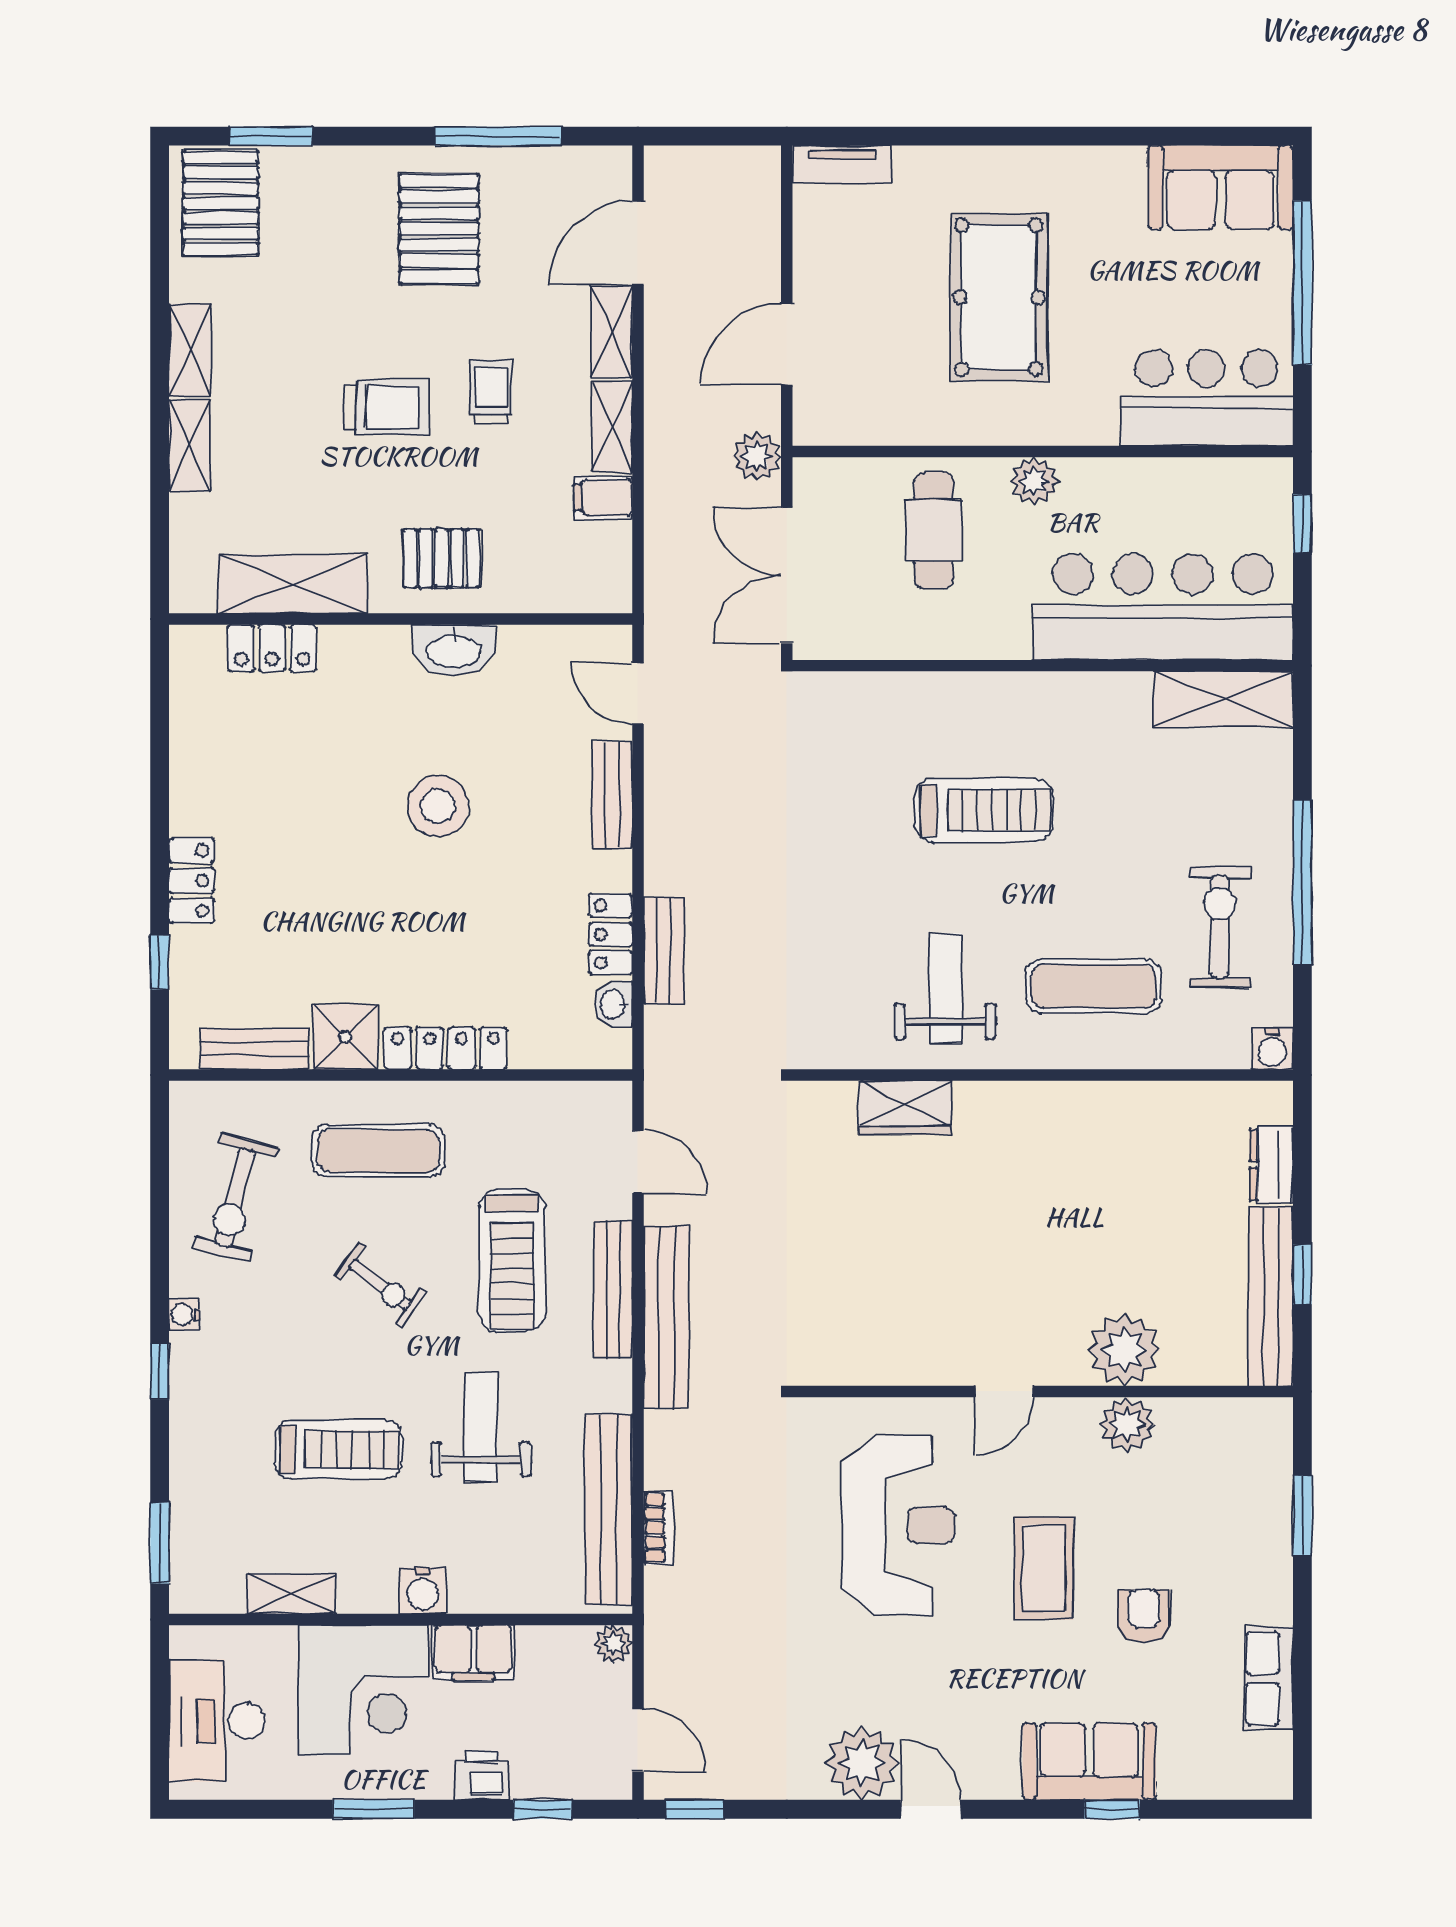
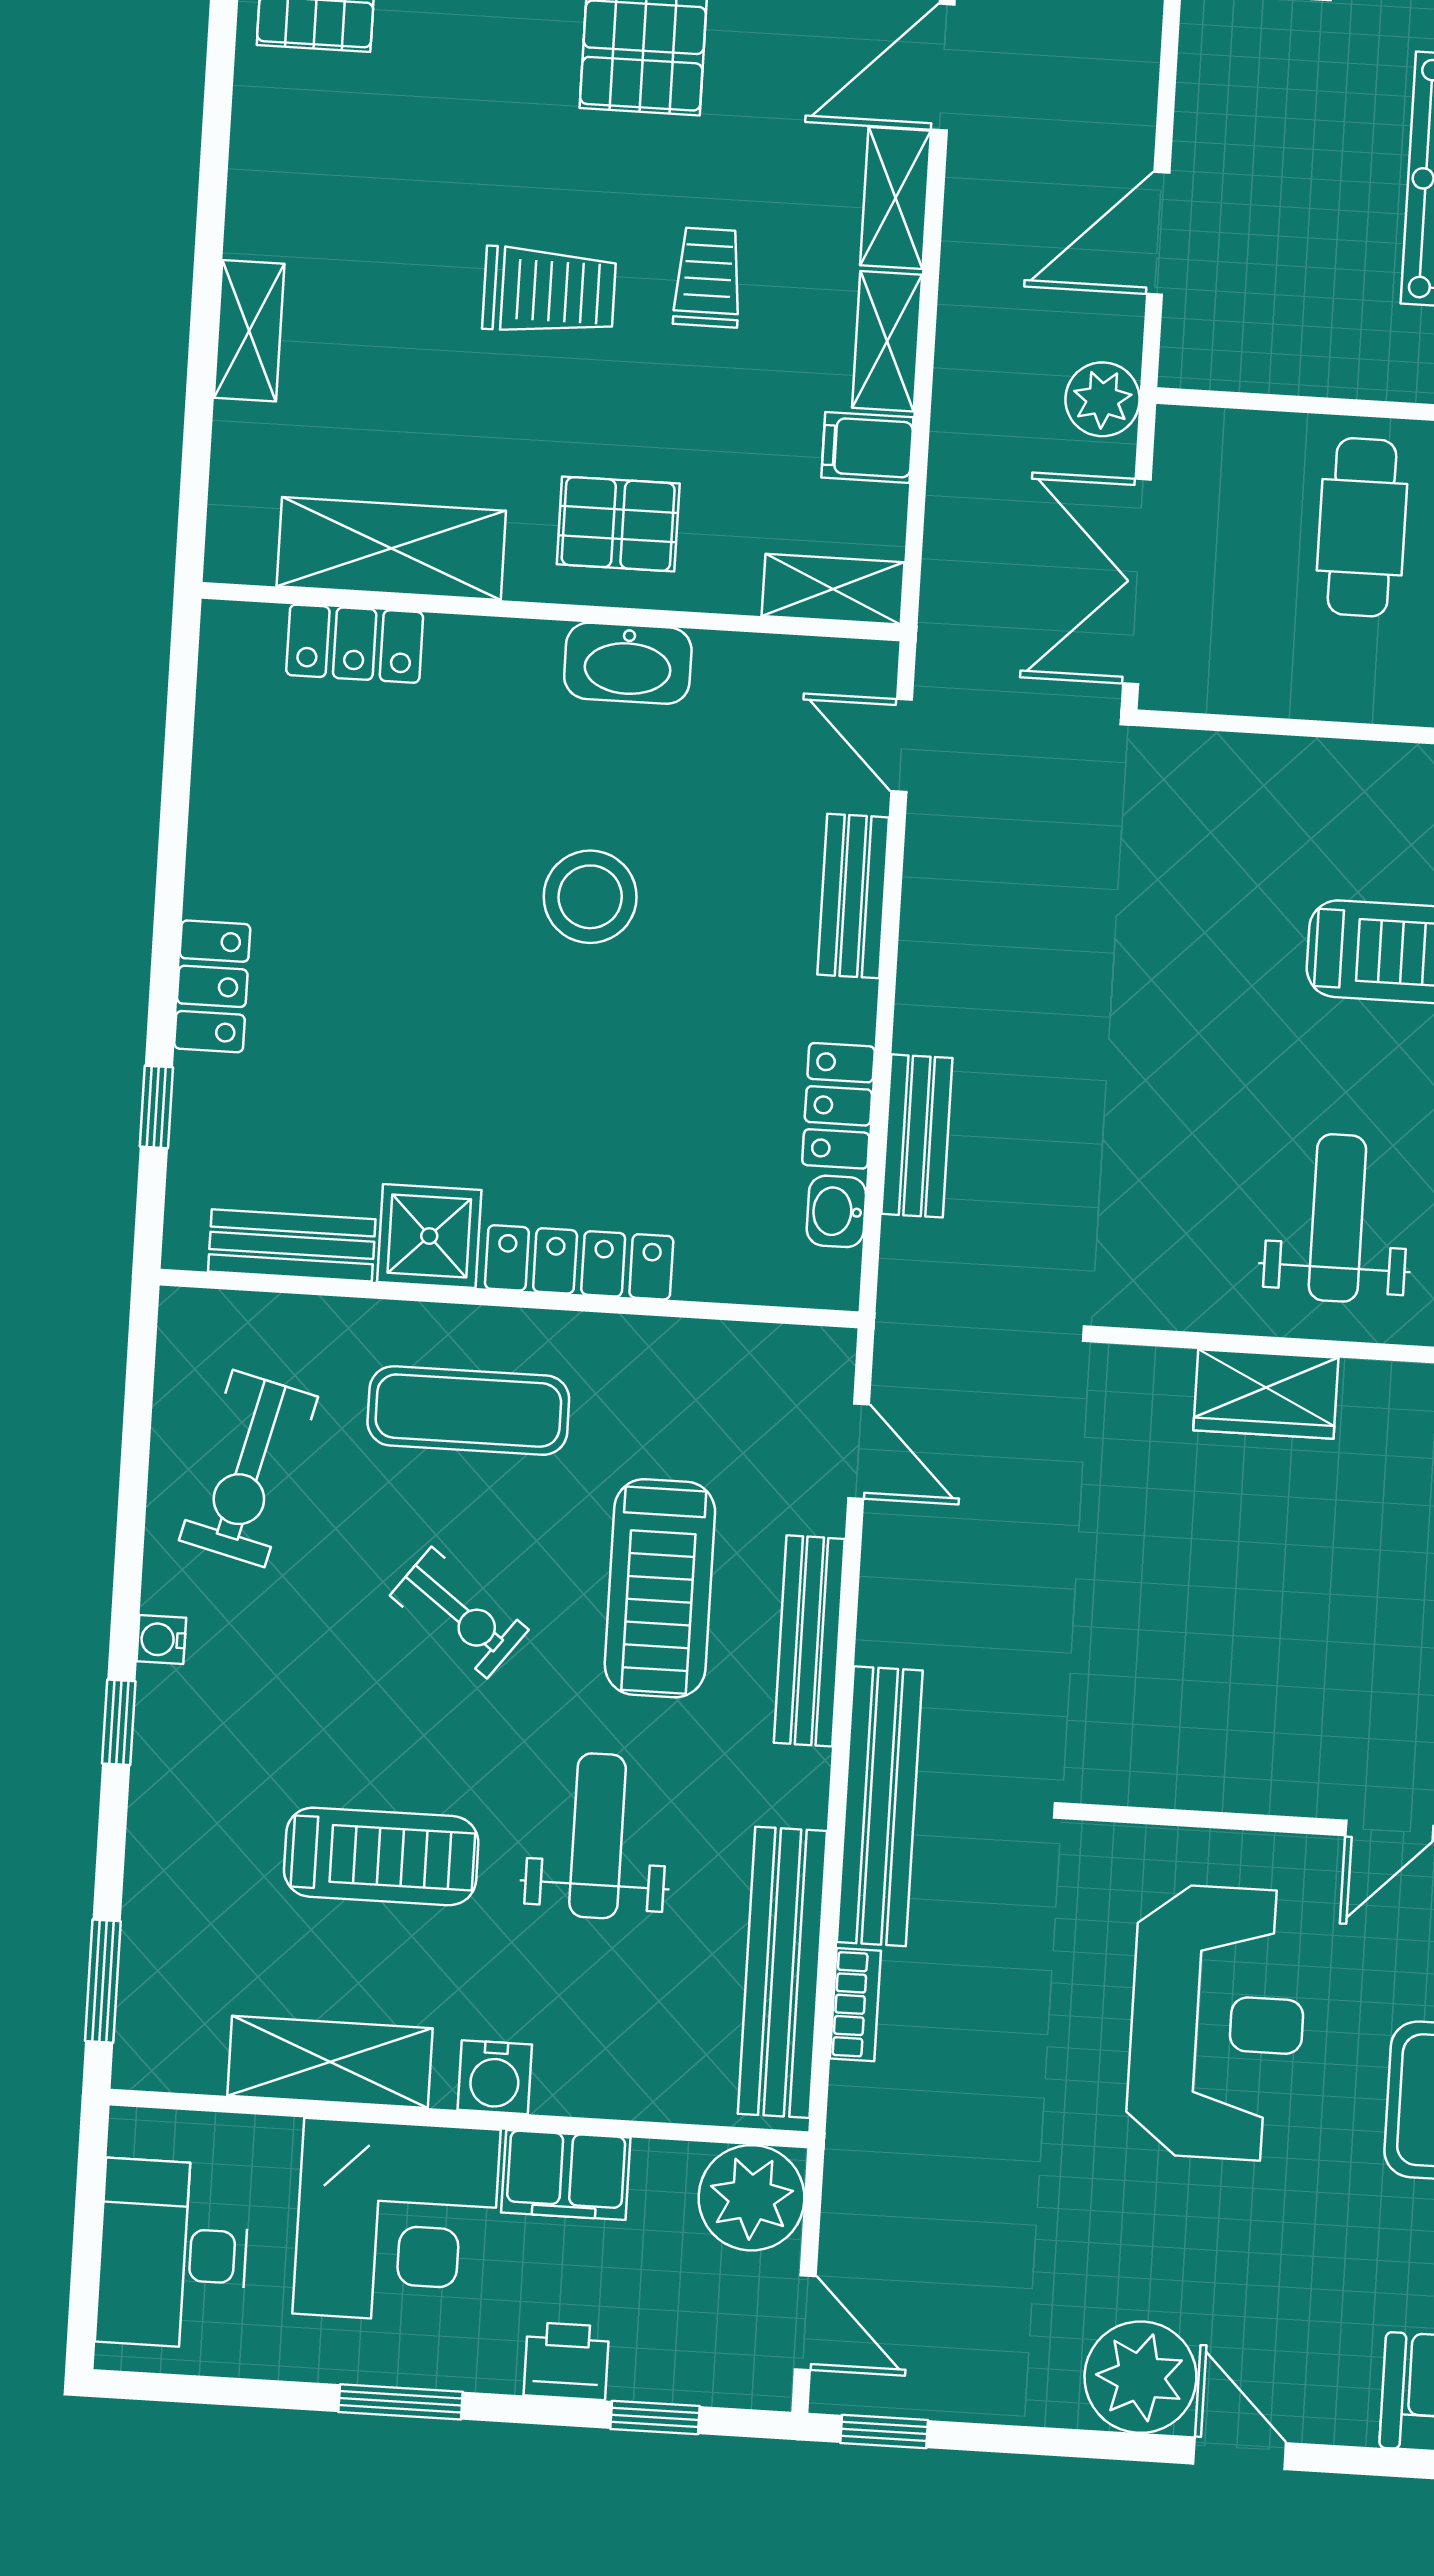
shelving: (190, 350) -> (833, 589), moved, turned 90
bench: (666, 1317) -> (880, 1806), moved
shelving: (291, 1594) -> (330, 2062), width x1.50, depth x1.33
plant: (614, 1644) -> (751, 2198), width x1.88, depth x1.88

